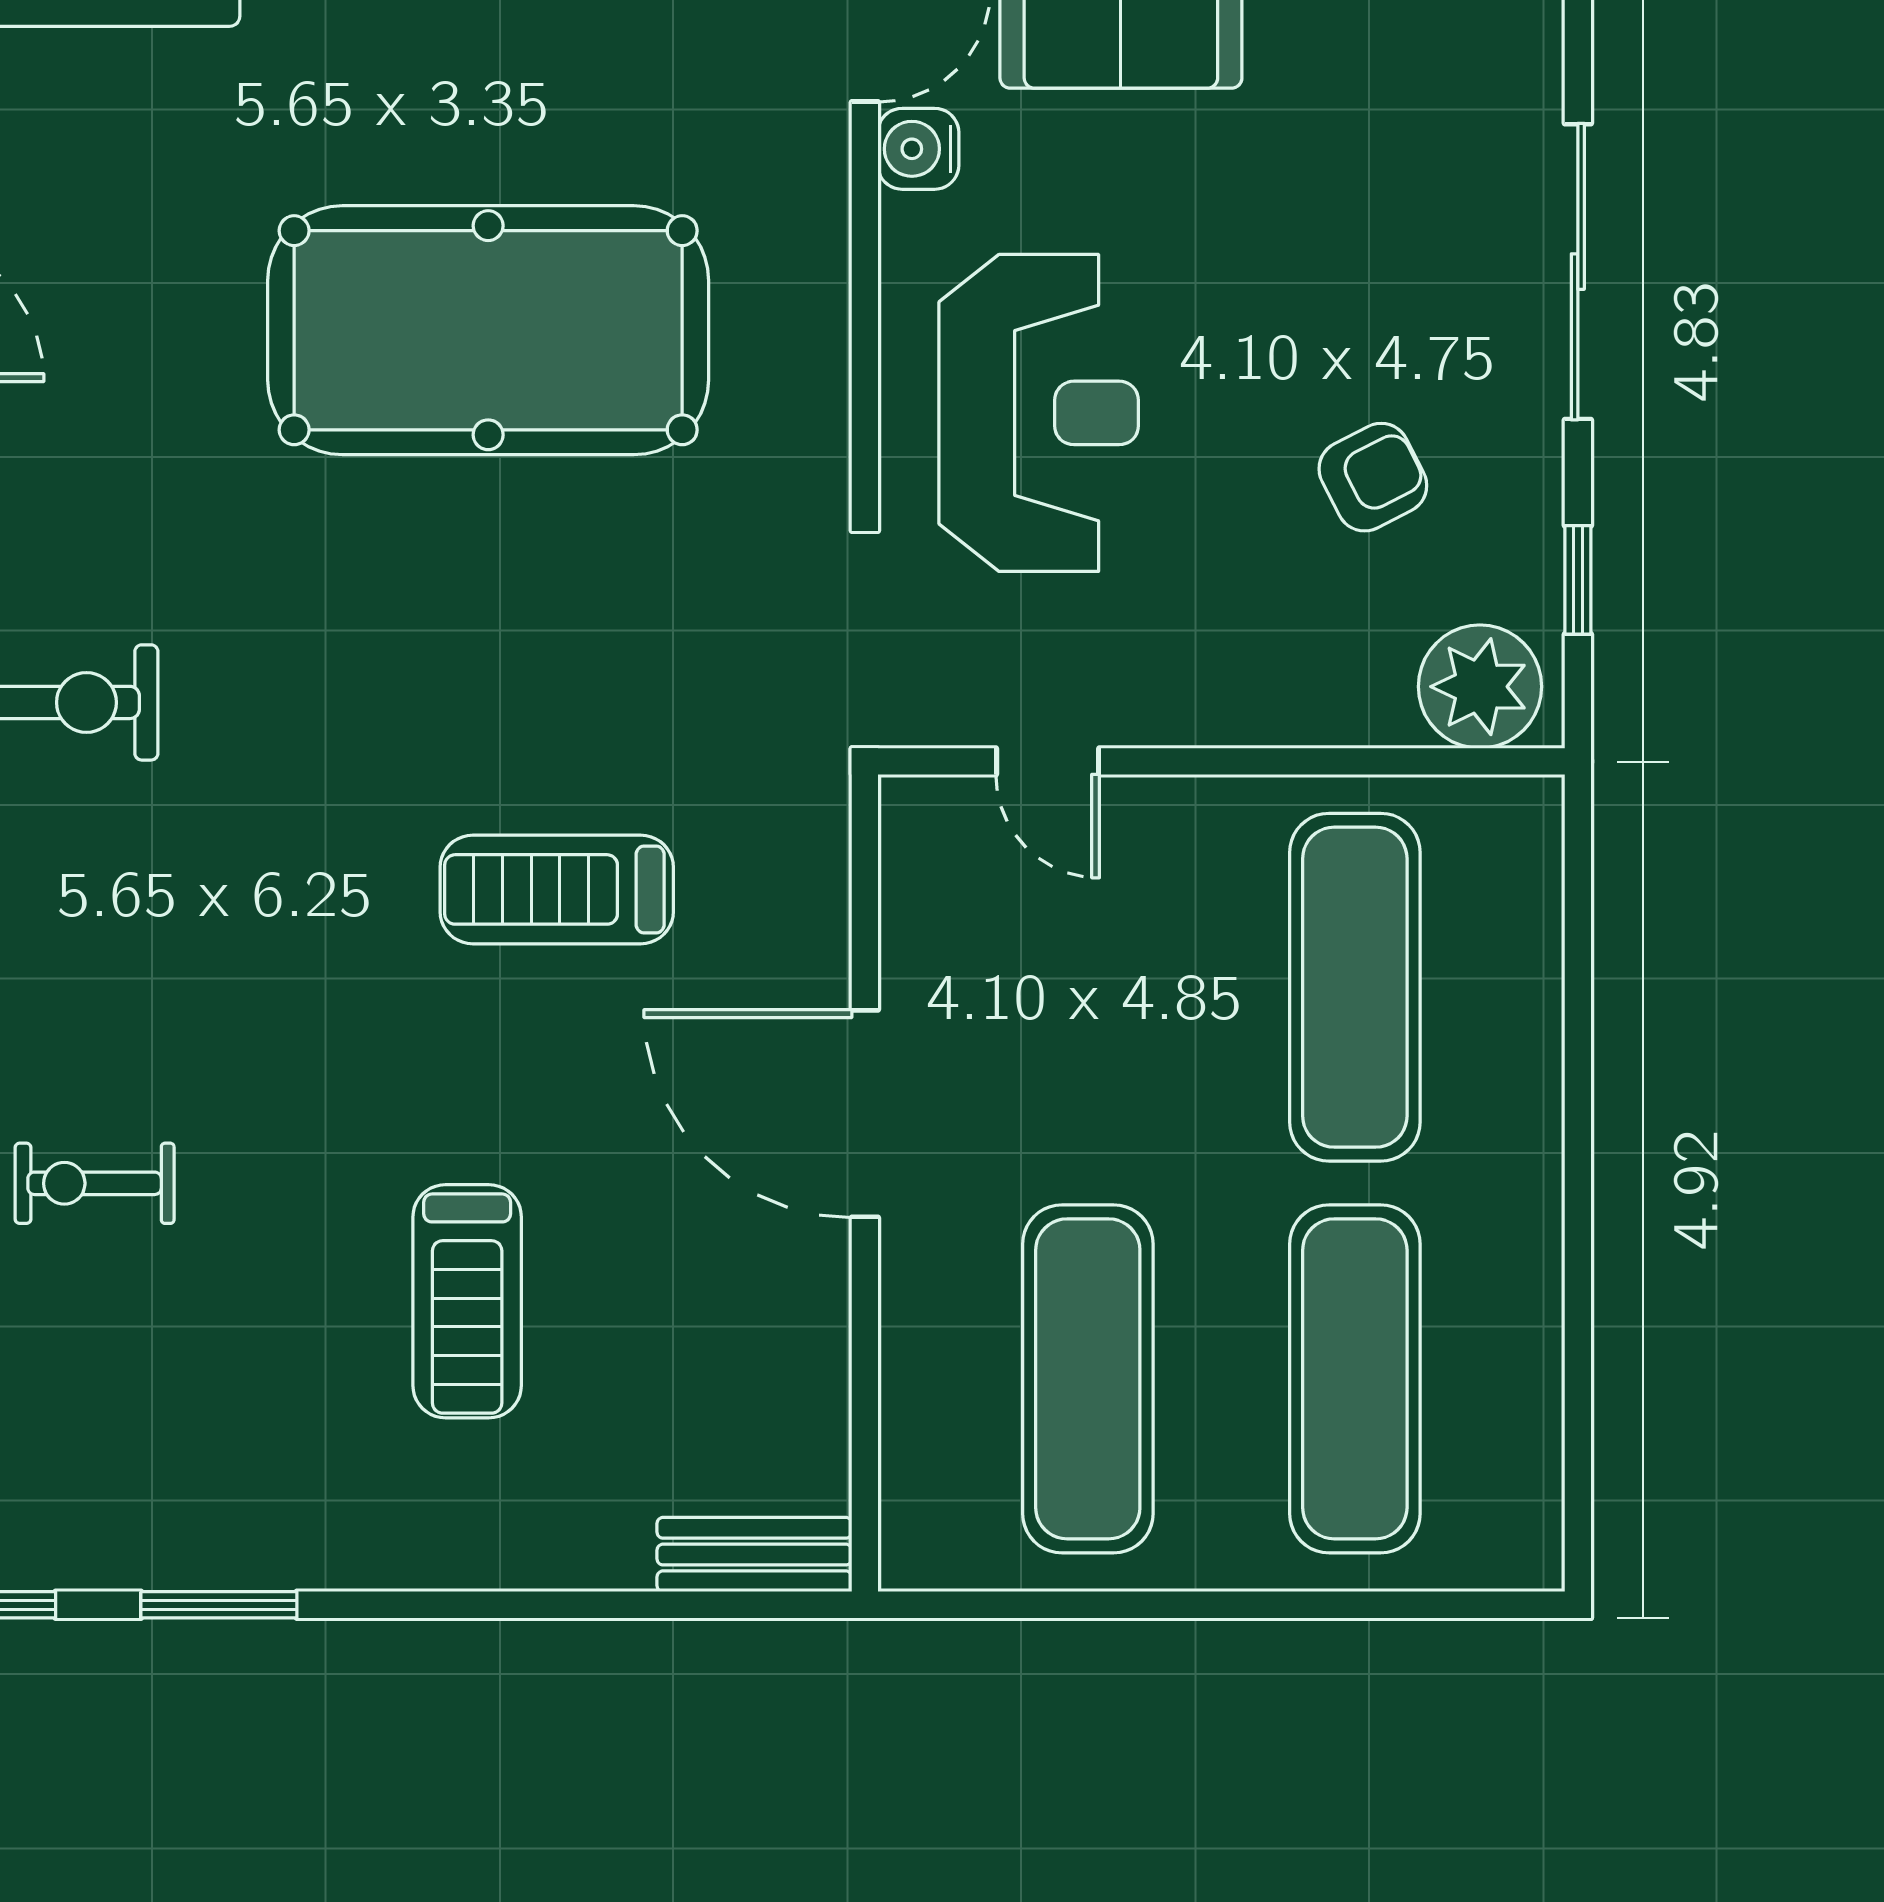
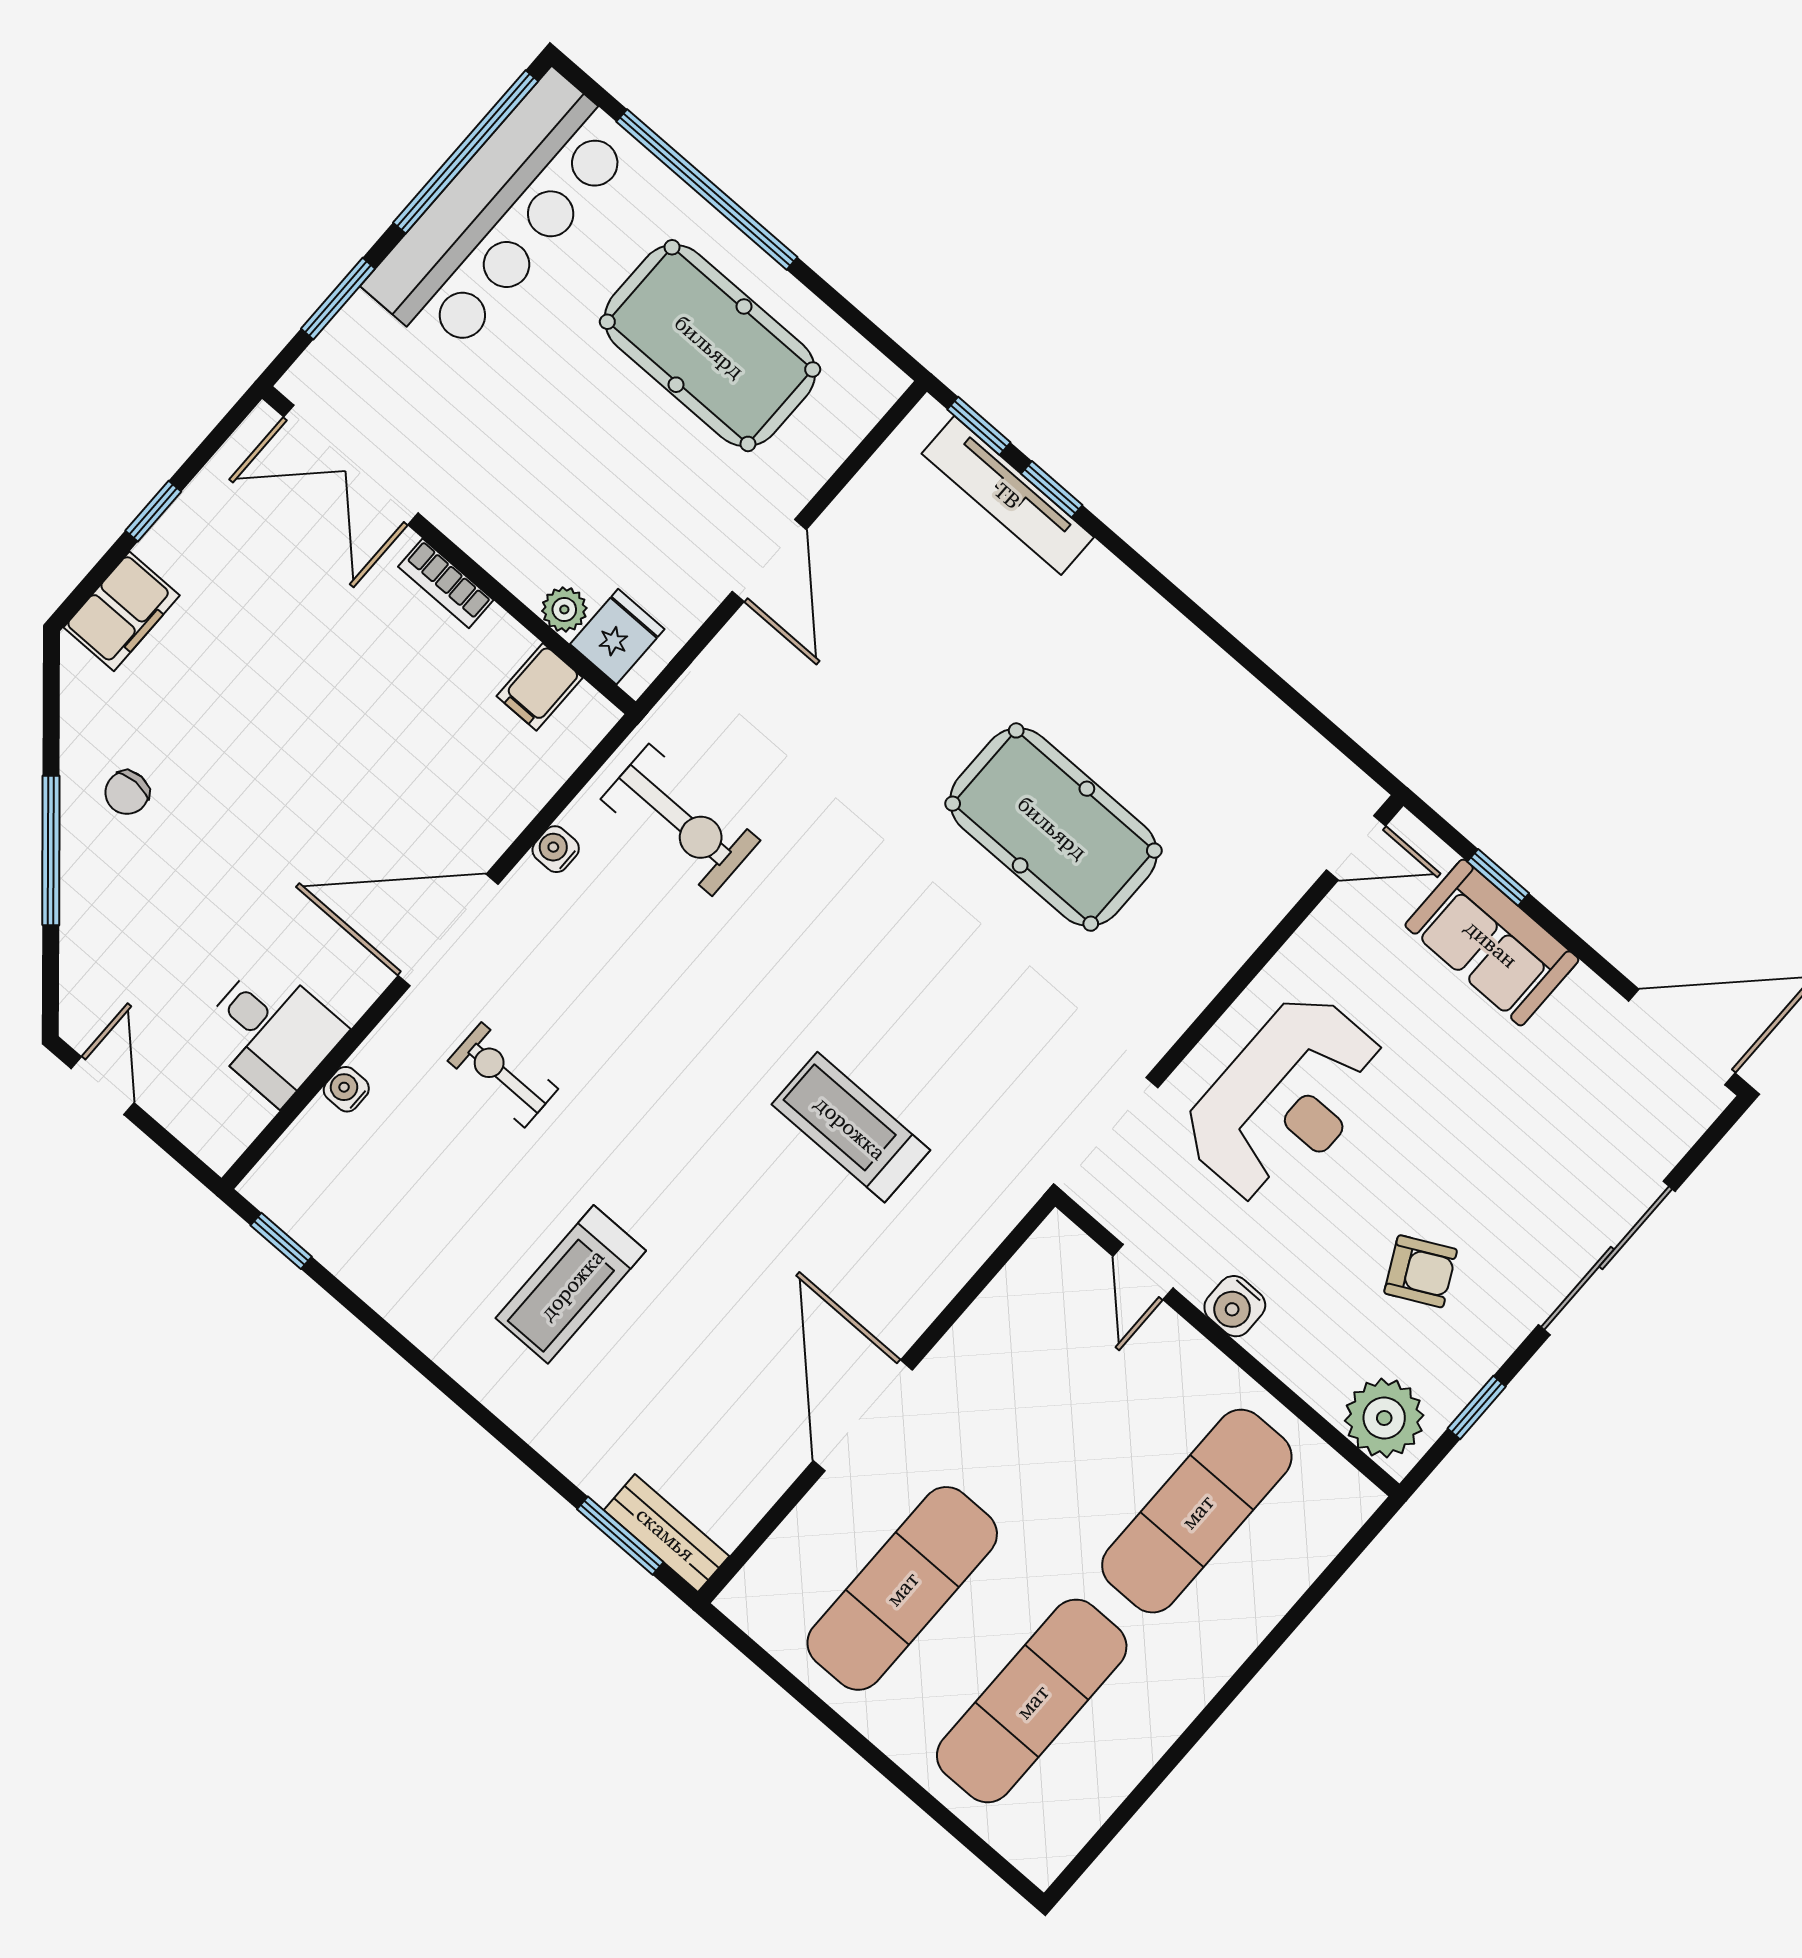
water cooler: (918, 149) -> (1235, 1306), moved, turned -90
pool table: (488, 330) -> (1053, 827), width x0.73, depth x0.76
door: (865, 1114) -> (863, 1415), moved
treadmill: (467, 1301) -> (571, 1284), moved
window: (219, 1605) -> (620, 1536), moved

